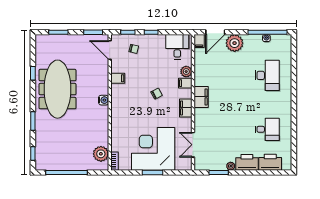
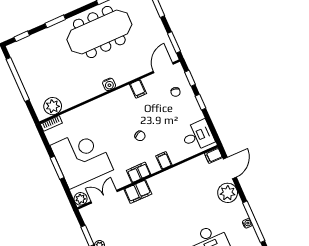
door: (215, 32) -> (230, 168), swing flipped
plant: (186, 72) -> (81, 199), moved
filing cabinet: (201, 97) -> (138, 192), moved

